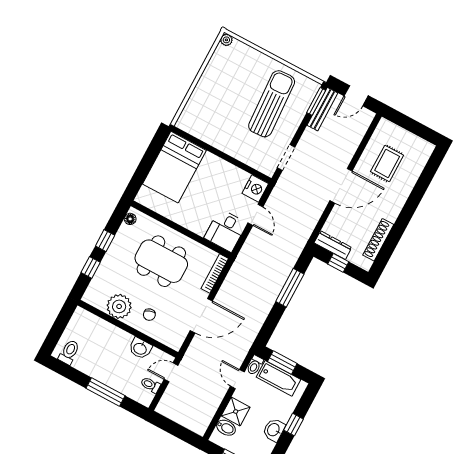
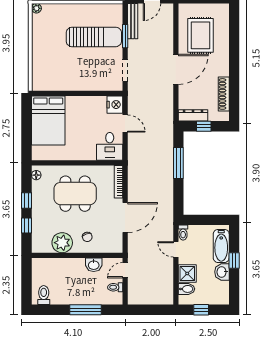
window: (316, 101) -> (125, 36), moved
sun lounger: (272, 104) -> (94, 37), turned 93
rug: (387, 163) -> (201, 35), width x1.36, depth x1.43
window: (282, 362) -> (202, 220), removed
bathtub: (279, 378) -> (221, 246), moved, turned 90

